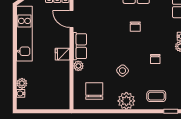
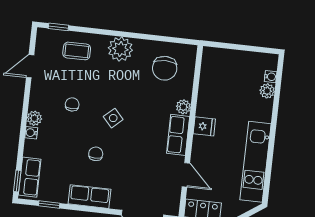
side table: (123, 71) -> (113, 118), moved

